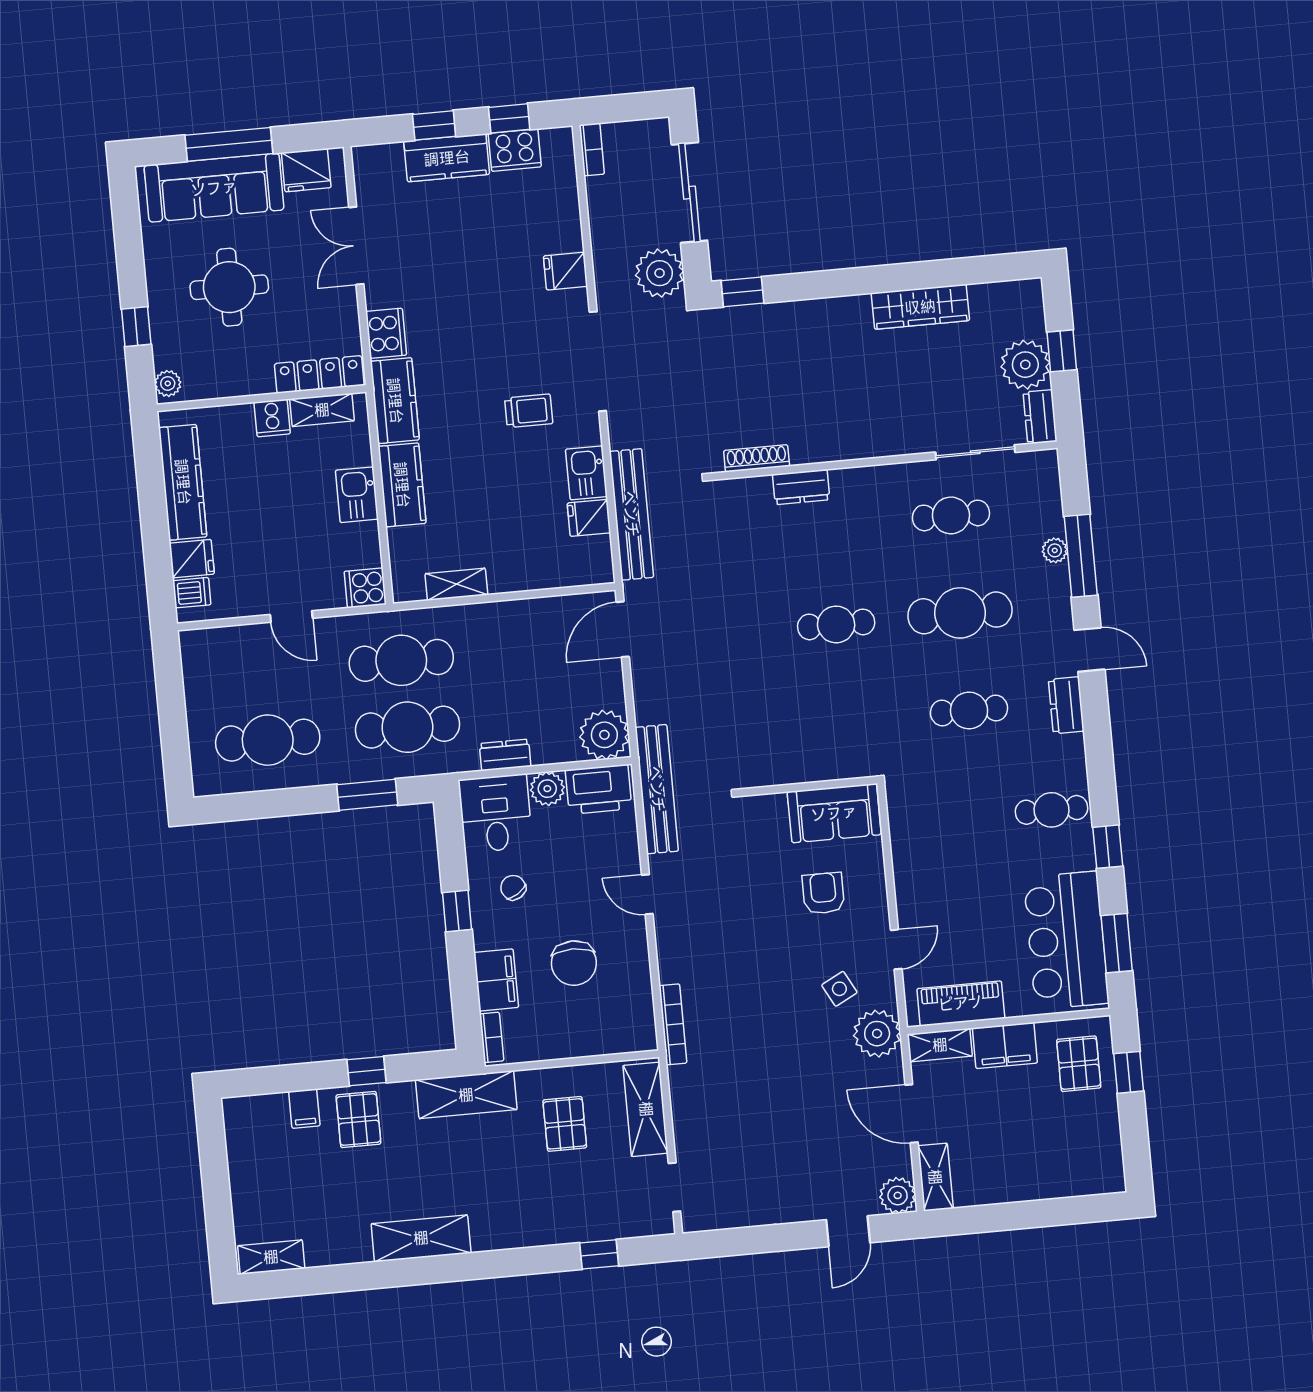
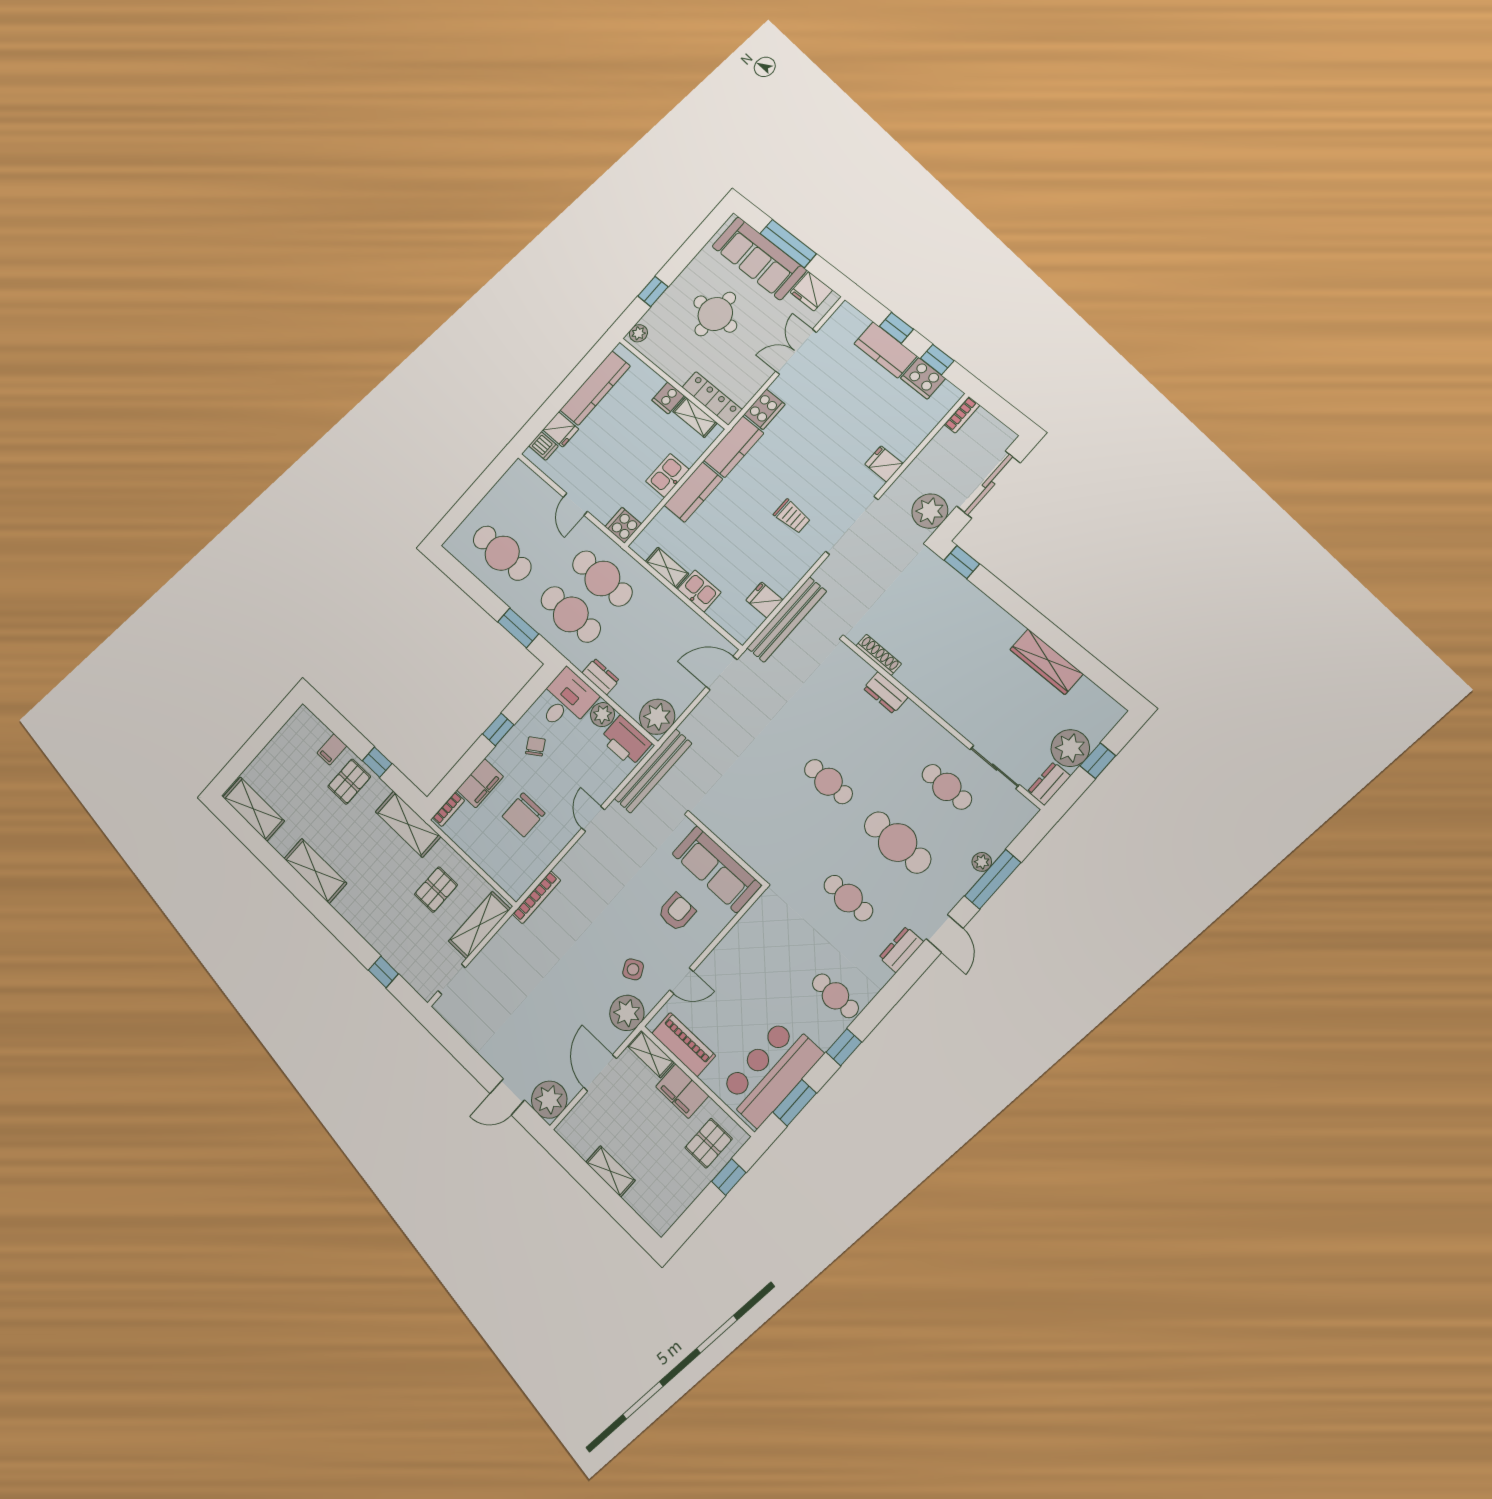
kitchen sink: (586, 473) -> (699, 591), moved, turned 90
sofa: (834, 813) -> (717, 869), width x1.36
shelving: (935, 1177) -> (610, 1171), moved, turned 90
plant: (898, 1195) -> (549, 1100), width x1.36, depth x1.36
shelving: (271, 1257) -> (253, 809), width x1.50, depth x1.33

